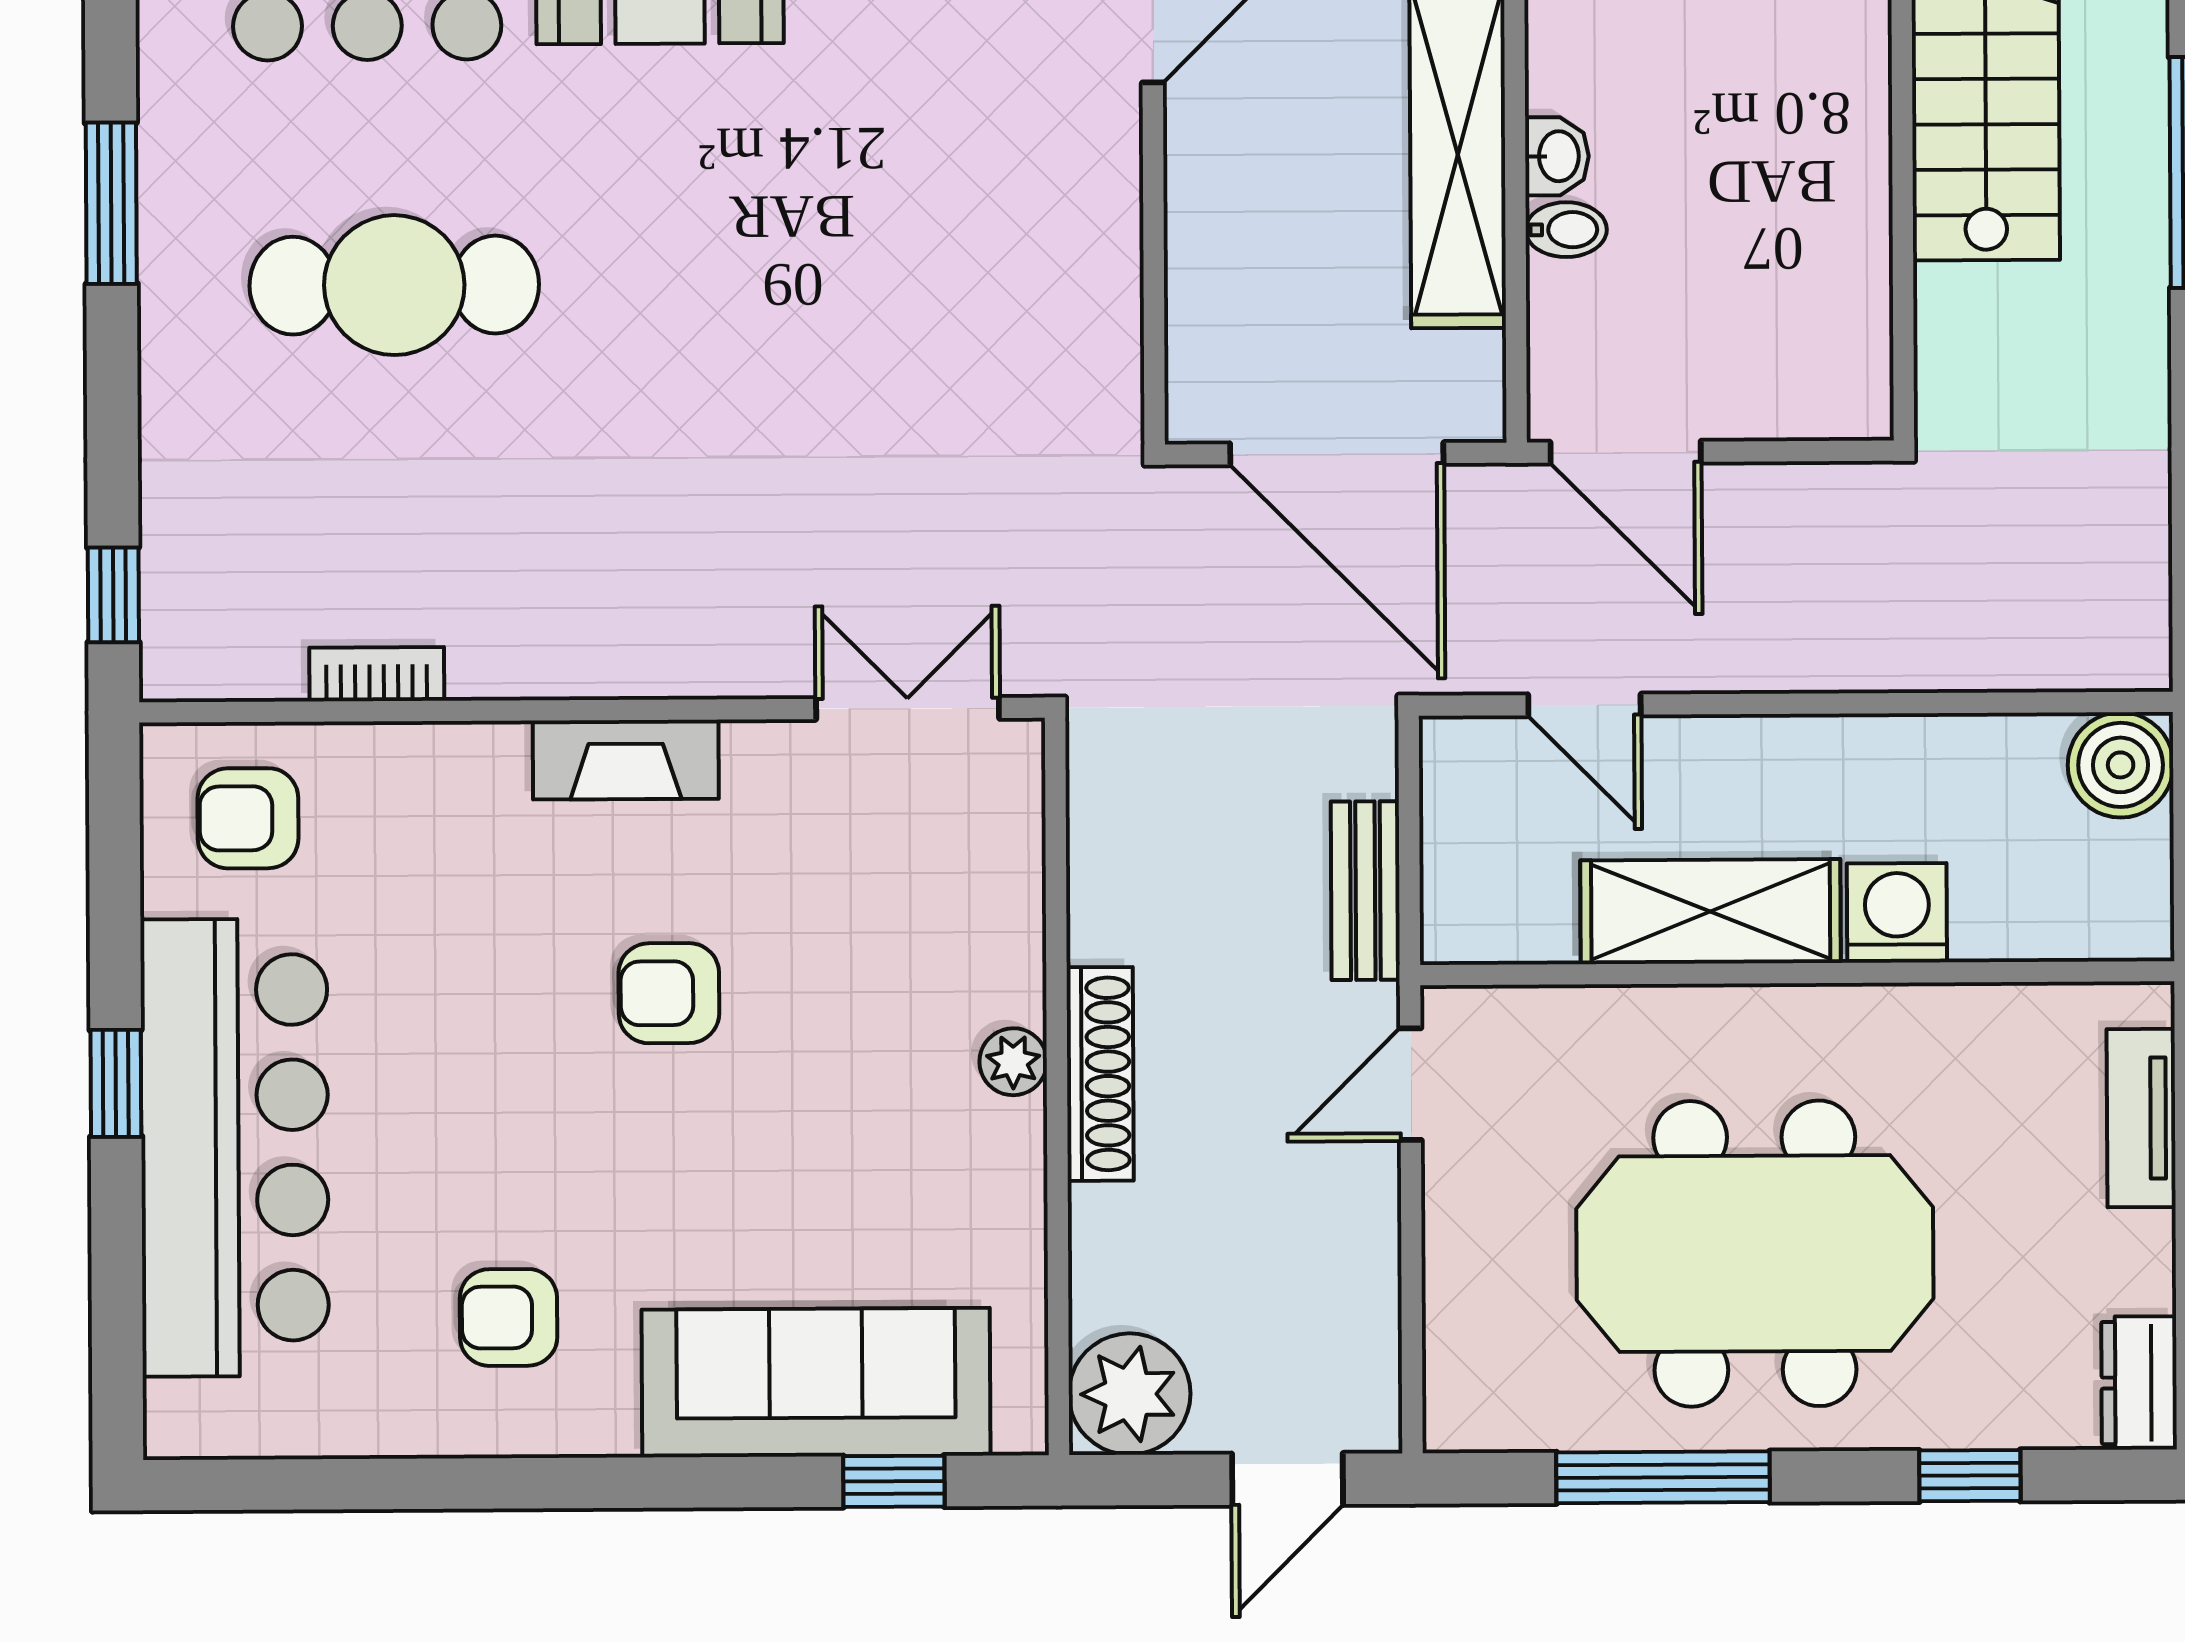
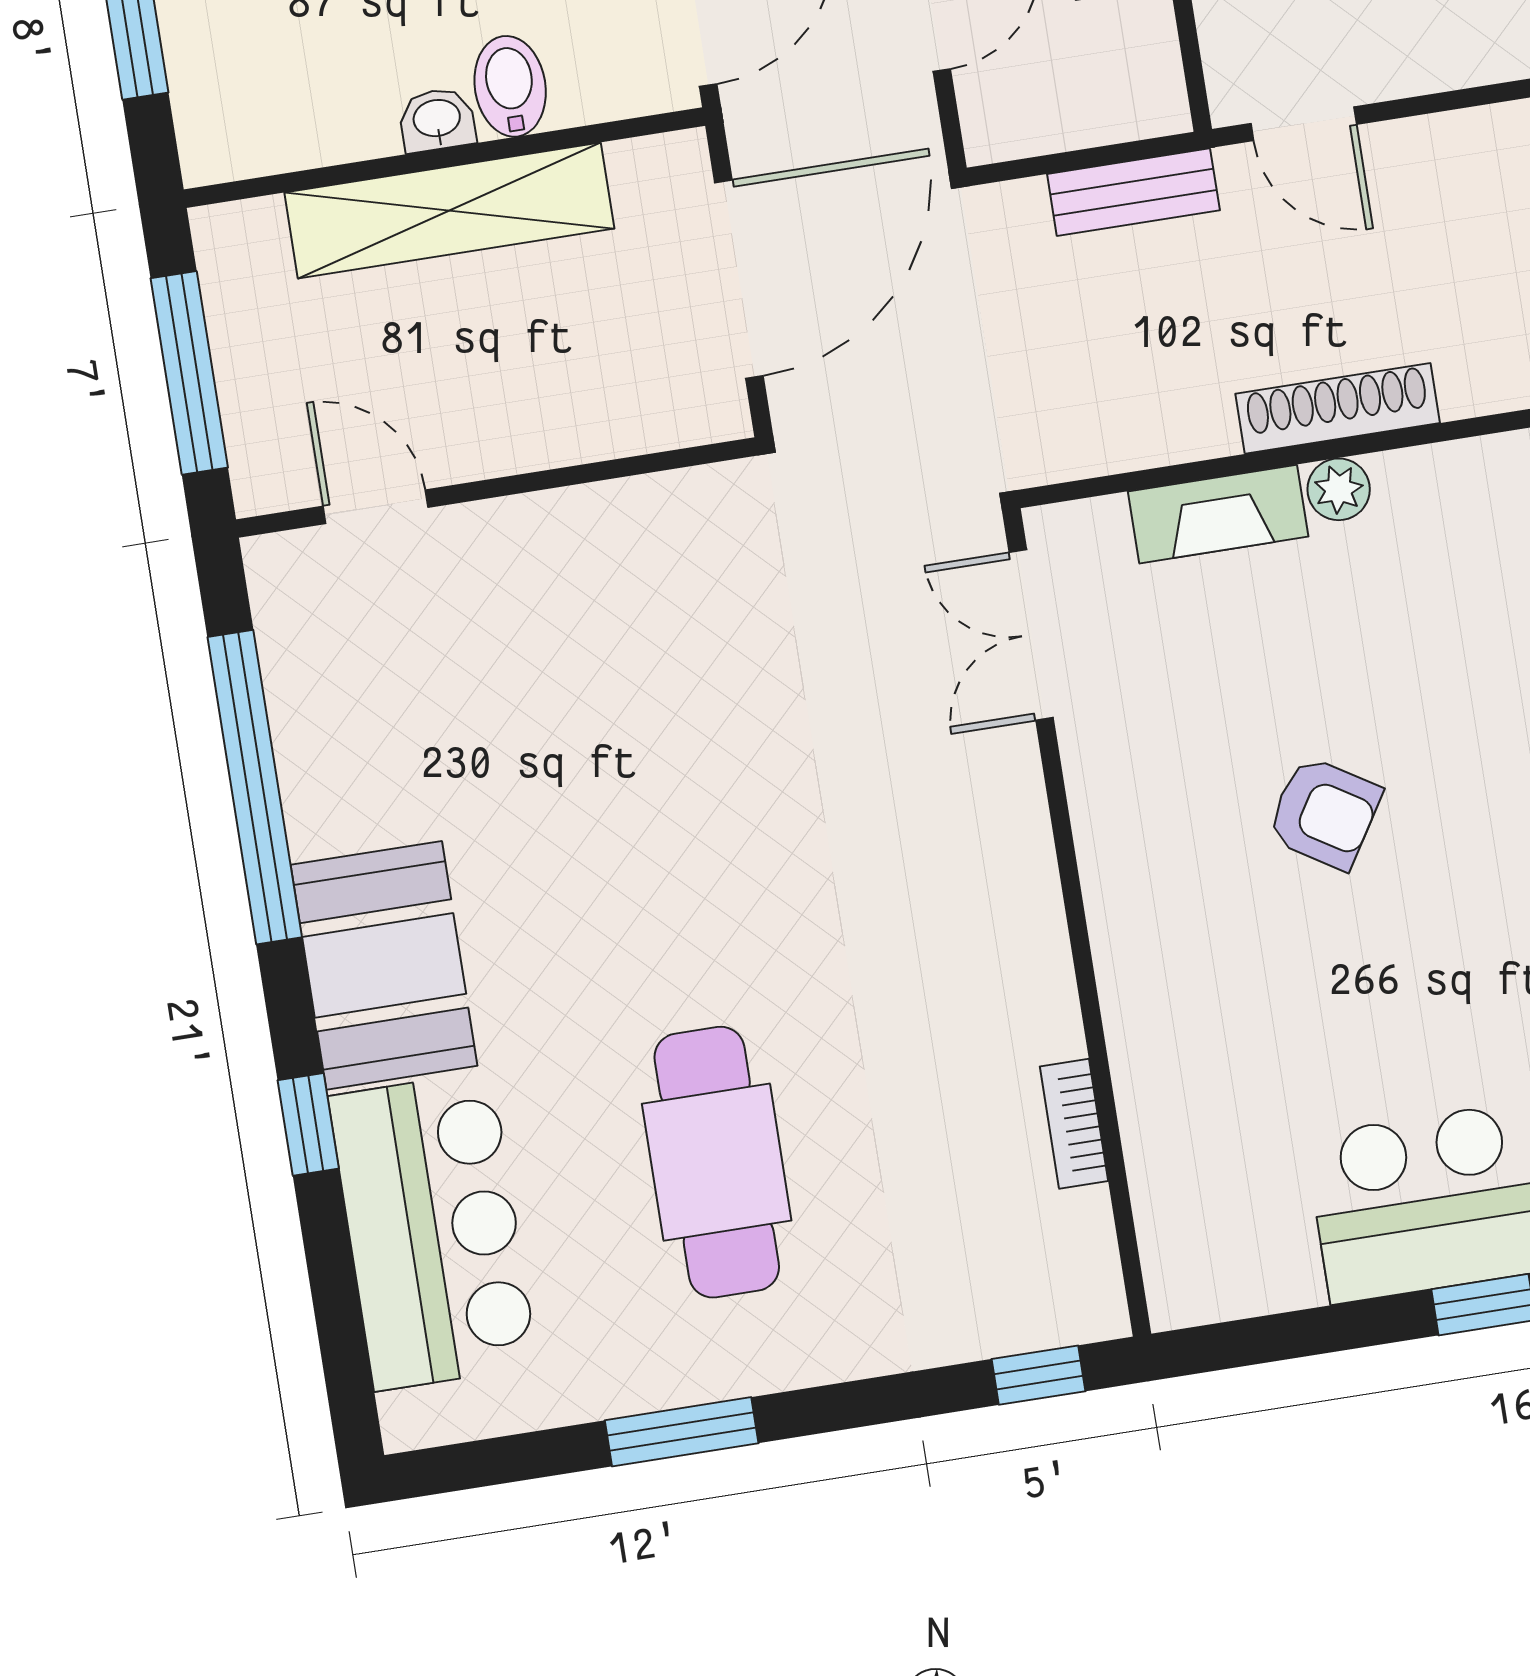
bidet: (1566, 230) -> (510, 86), width x1.38, depth x1.36
fireplace: (626, 760) -> (1218, 514), moved, turned 90
armchair: (248, 818) -> (1223, 1221), removed
armchair: (669, 993) -> (1324, 813), turned -58

